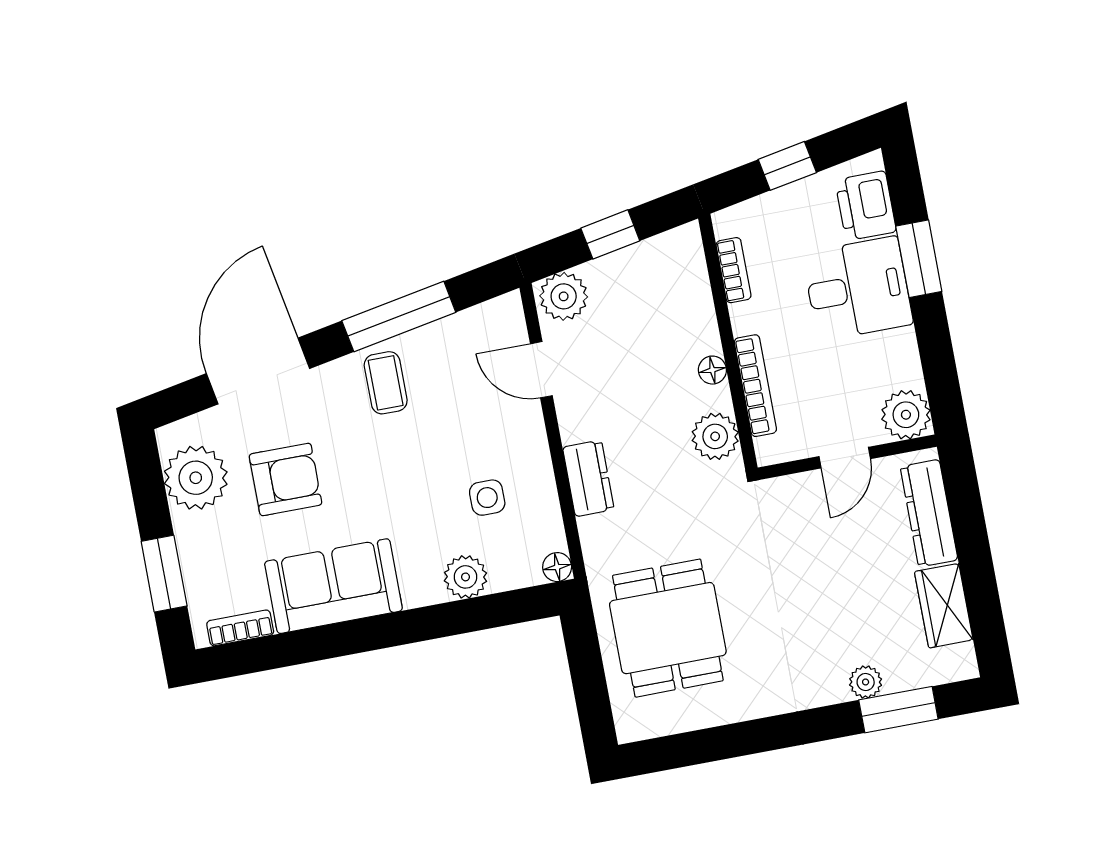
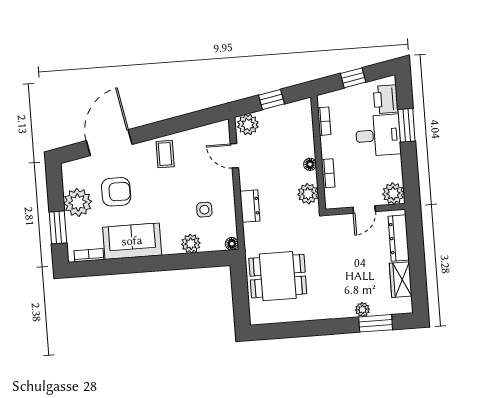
window: (399, 316) -> (174, 125), removed
bookcase: (755, 386) -> (328, 173), width x0.64
plant: (196, 478) -> (78, 202), moved
dining table: (668, 628) -> (278, 276), turned 90

